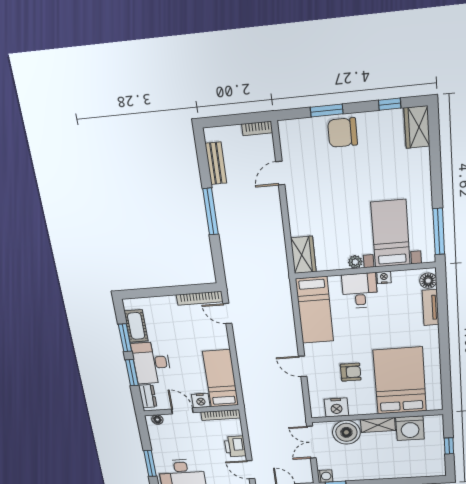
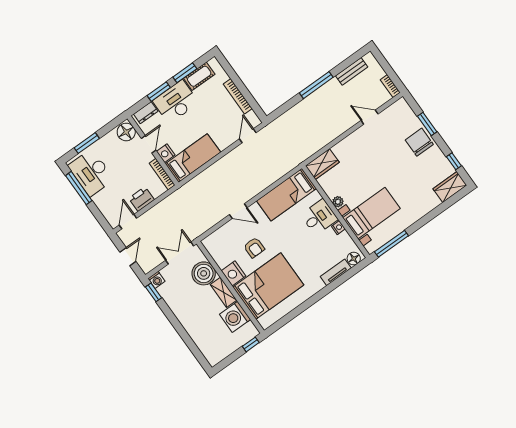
bookcase: (200, 298) -> (238, 96), moved
door: (303, 366) -> (238, 211), swing flipped
nightstand: (336, 407) -> (233, 273), moved
floor lamp: (157, 420) -> (126, 132), width x1.89, depth x1.89
window: (449, 446) -> (251, 344), moved

